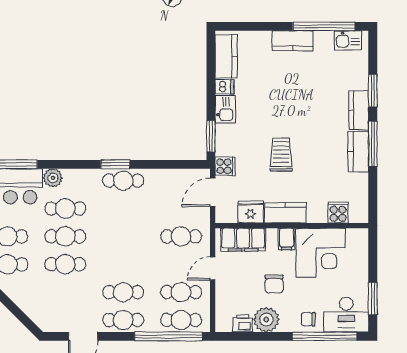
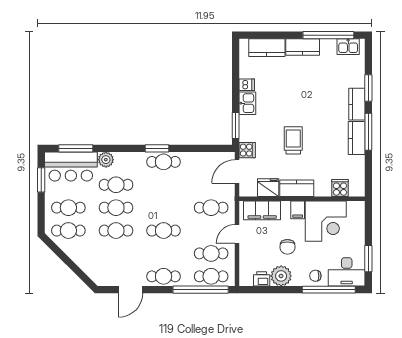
kitchen counter: (226, 56) -> (267, 48), moved, turned 90
cafe table: (123, 292) -> (164, 231), moved

